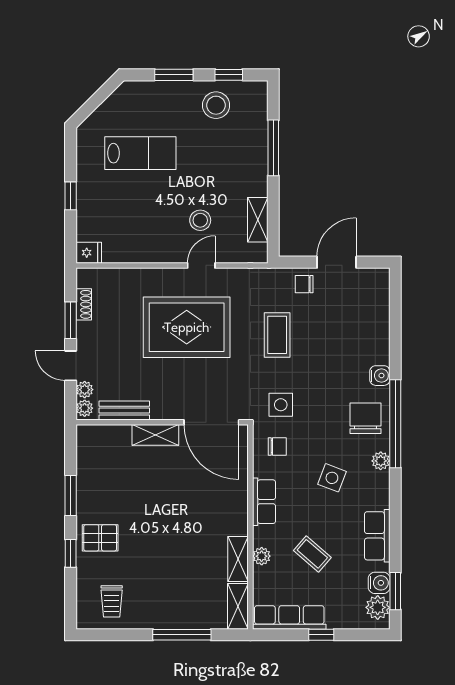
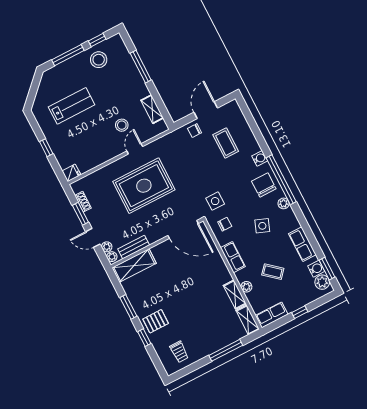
window: (174, 75) -> (68, 55), width x1.44
coffee table: (277, 335) -> (226, 143), moved
shelving: (155, 435) -> (134, 265), moved, width x1.50, depth x1.33
row of seats: (289, 617) -> (272, 315), width x0.68

